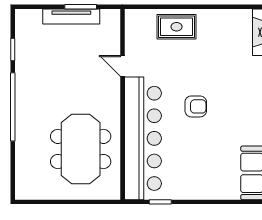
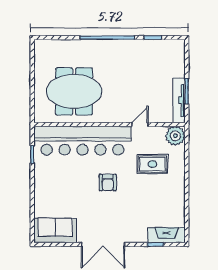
tv unit: (71, 16) -> (179, 100), moved
plant: (137, 21) -> (175, 136), added
rug: (177, 27) -> (152, 164), moved, turned 90

